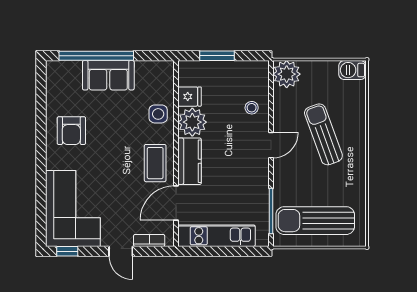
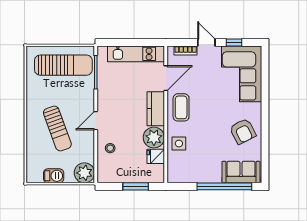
barbecue: (352, 70) -> (54, 176), moved
sofa: (108, 75) -> (241, 172), moved
armchair: (71, 131) -> (243, 131), turned 153
window: (67, 251) -> (234, 43), moved

